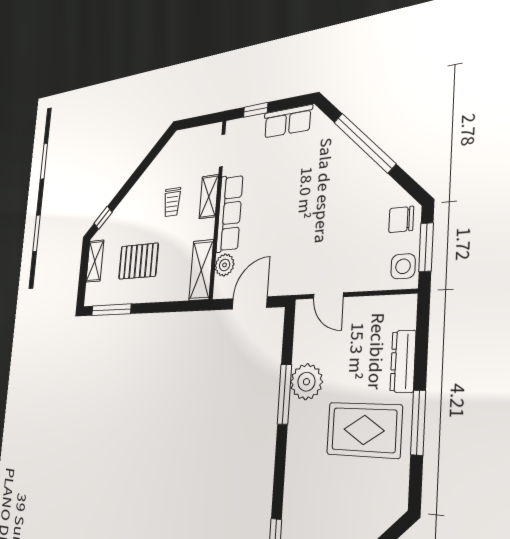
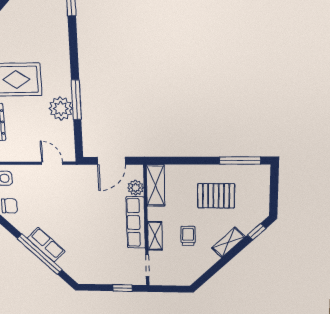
row of seats: (288, 121) -> (46, 245), moved, turned 45
shelving: (95, 261) -> (228, 242), moved, turned 45

